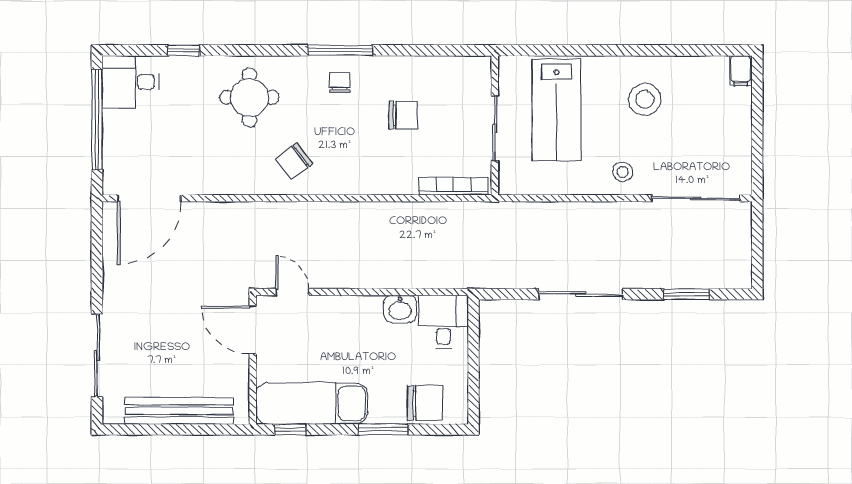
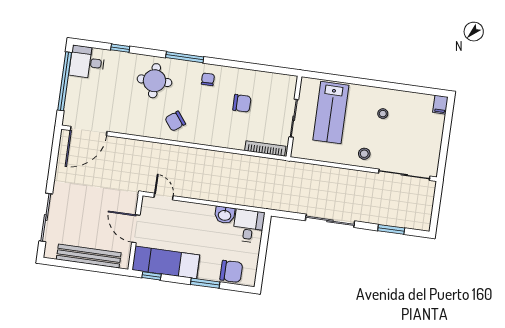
window: (341, 50) -> (185, 57), moved
stool: (645, 99) -> (383, 114), width x0.53, depth x0.53
door: (253, 330) -> (136, 229), moved

